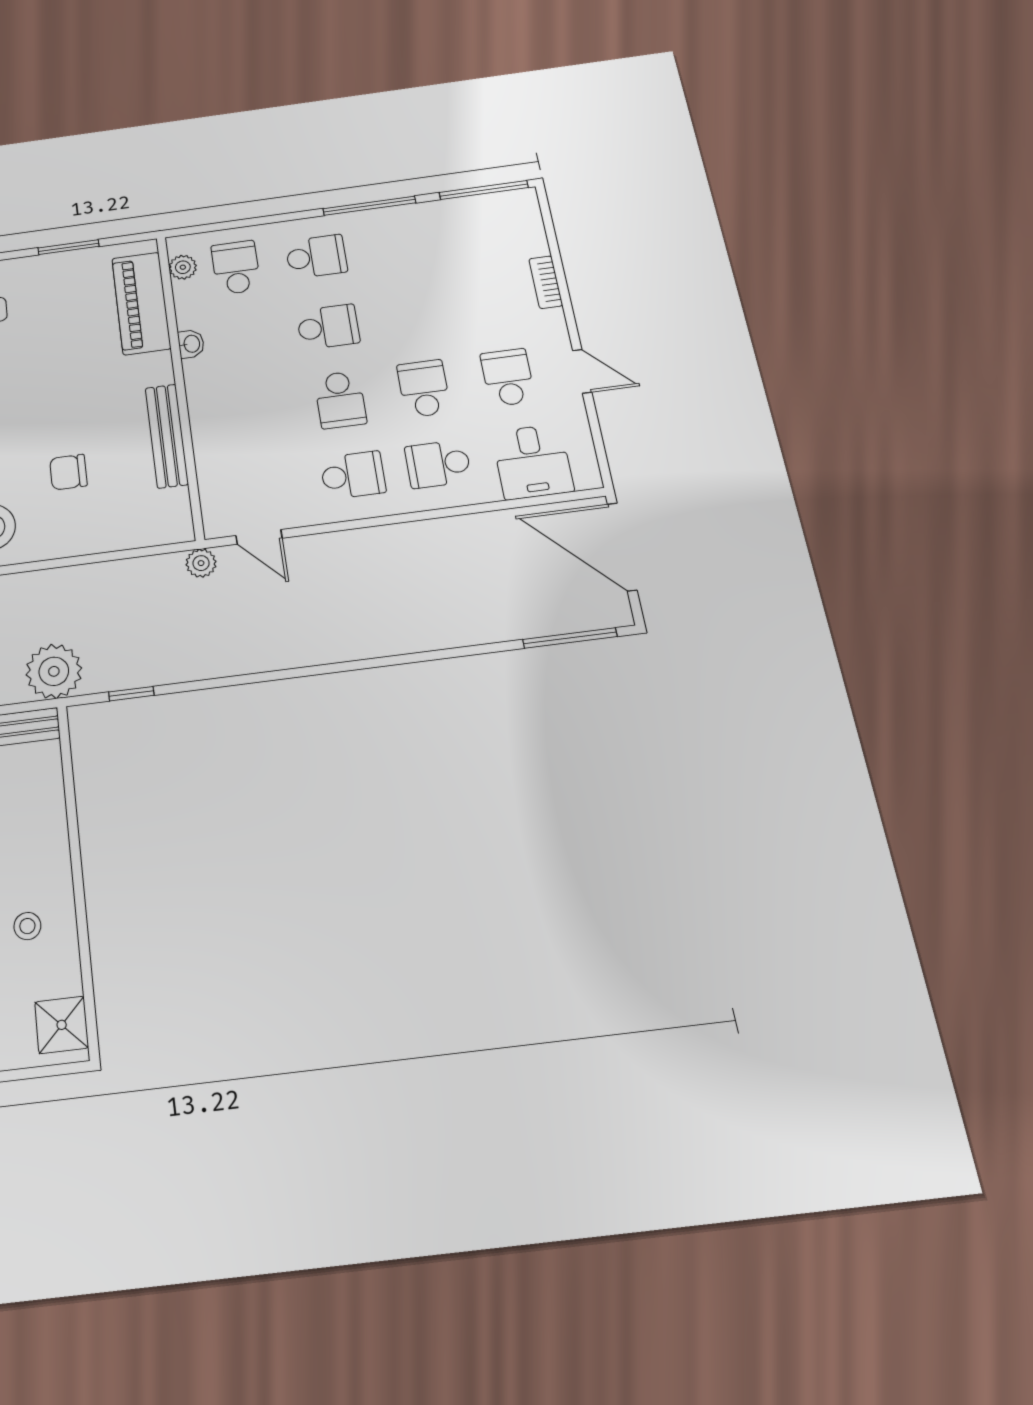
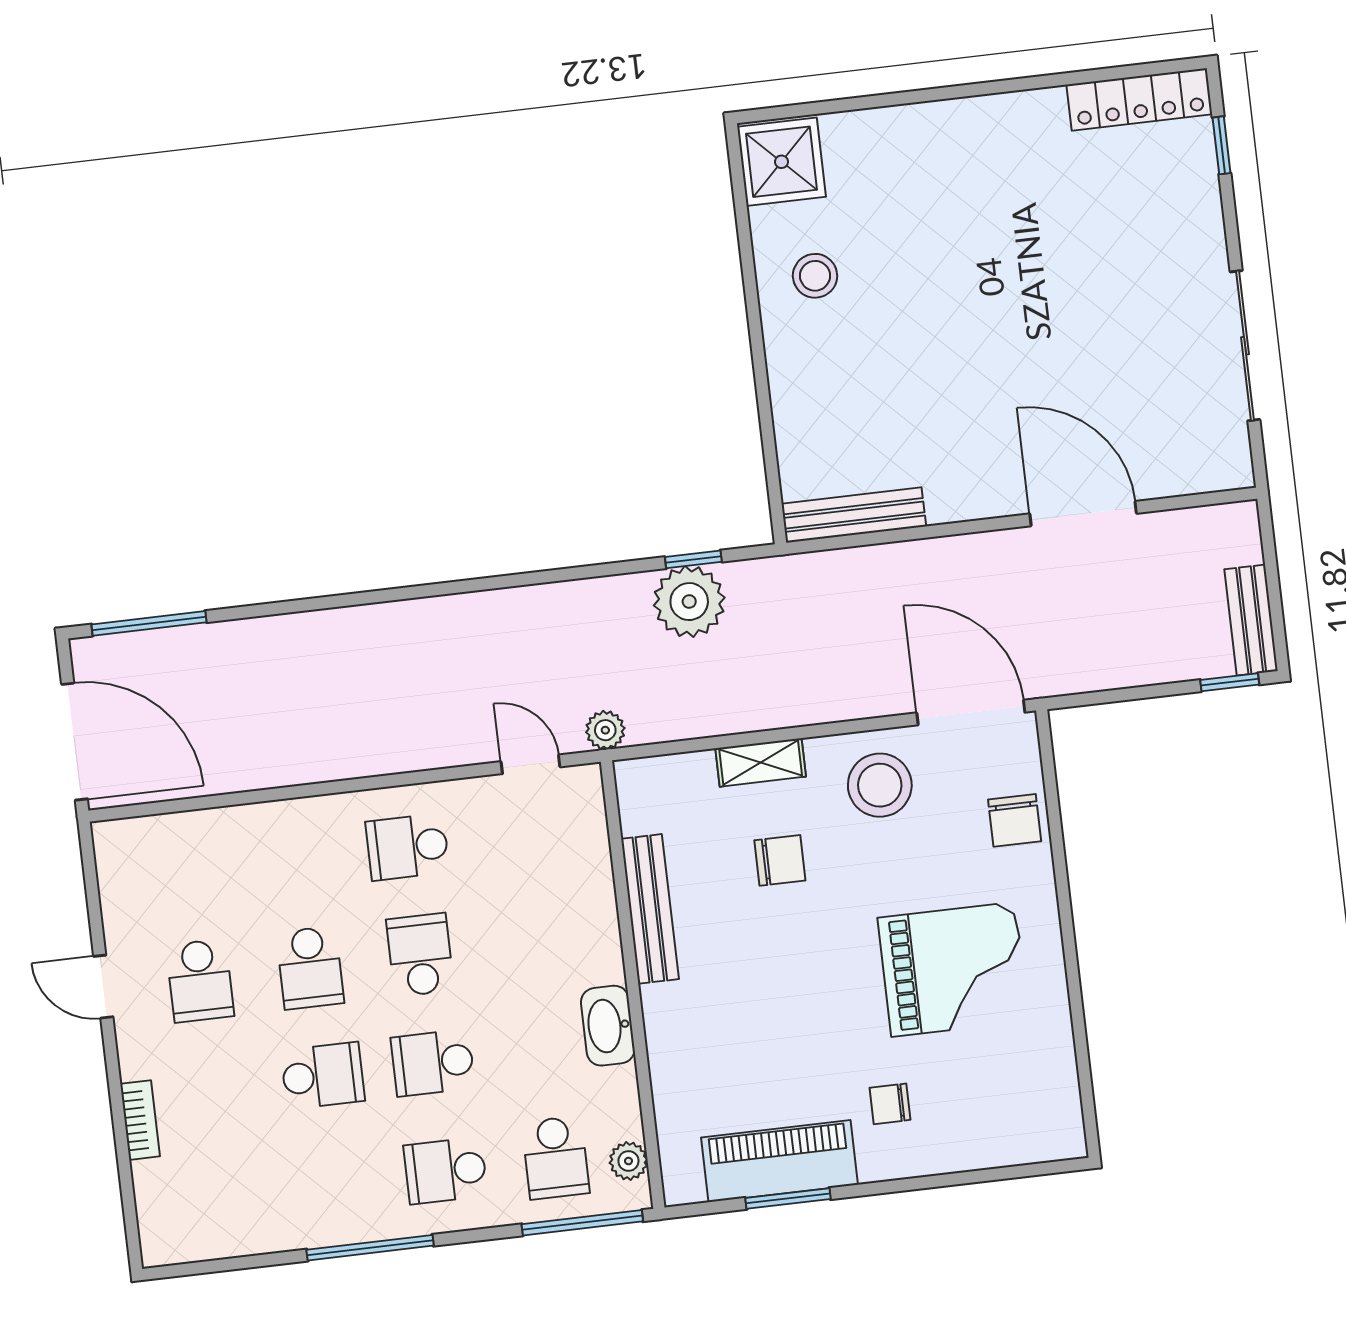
window: (484, 190) -> (582, 1223), moved
piano: (141, 303) -> (779, 1161), moved, turned -90
washbasin: (191, 344) -> (608, 1026), width x1.91, depth x1.45
desk: (533, 462) -> (177, 860), removed
school desk: (438, 464) -> (323, 1076), moved
shelving: (81, 542) -> (761, 762), added
plant: (54, 671) -> (689, 602), moved
stool: (27, 926) -> (815, 276), width x1.37, depth x1.37
shower: (62, 1025) -> (782, 162), width x1.36, depth x1.36

